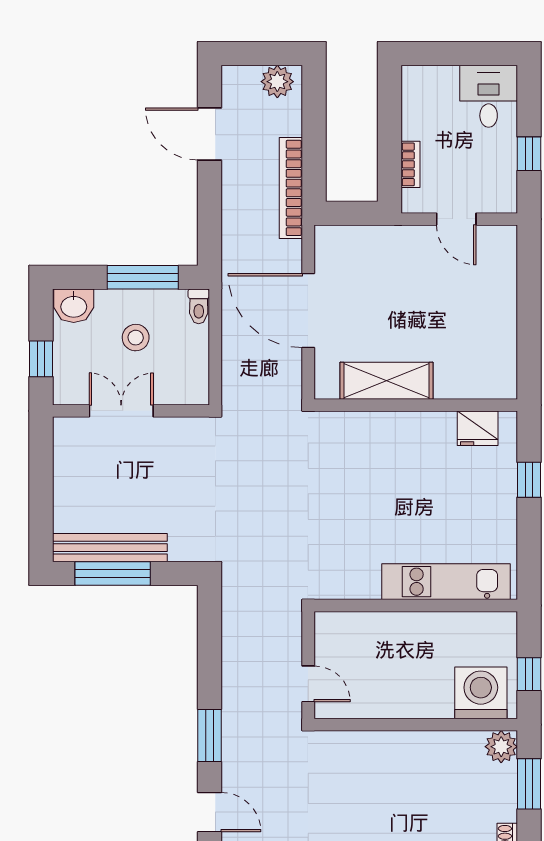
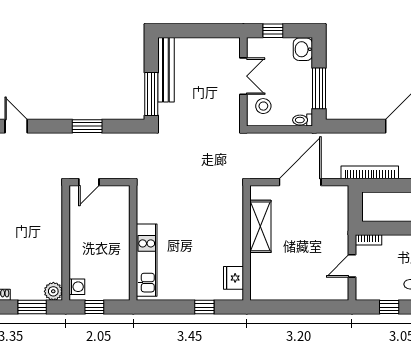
bookcase: (410, 164) -> (368, 240), moved
stool: (136, 338) -> (263, 106), moved
window: (113, 574) -> (151, 94), moved
washing machine: (481, 693) -> (77, 287), width x0.53, depth x0.53
window: (209, 735) -> (87, 126), moved
door: (209, 812) -> (16, 126), swing flipped

